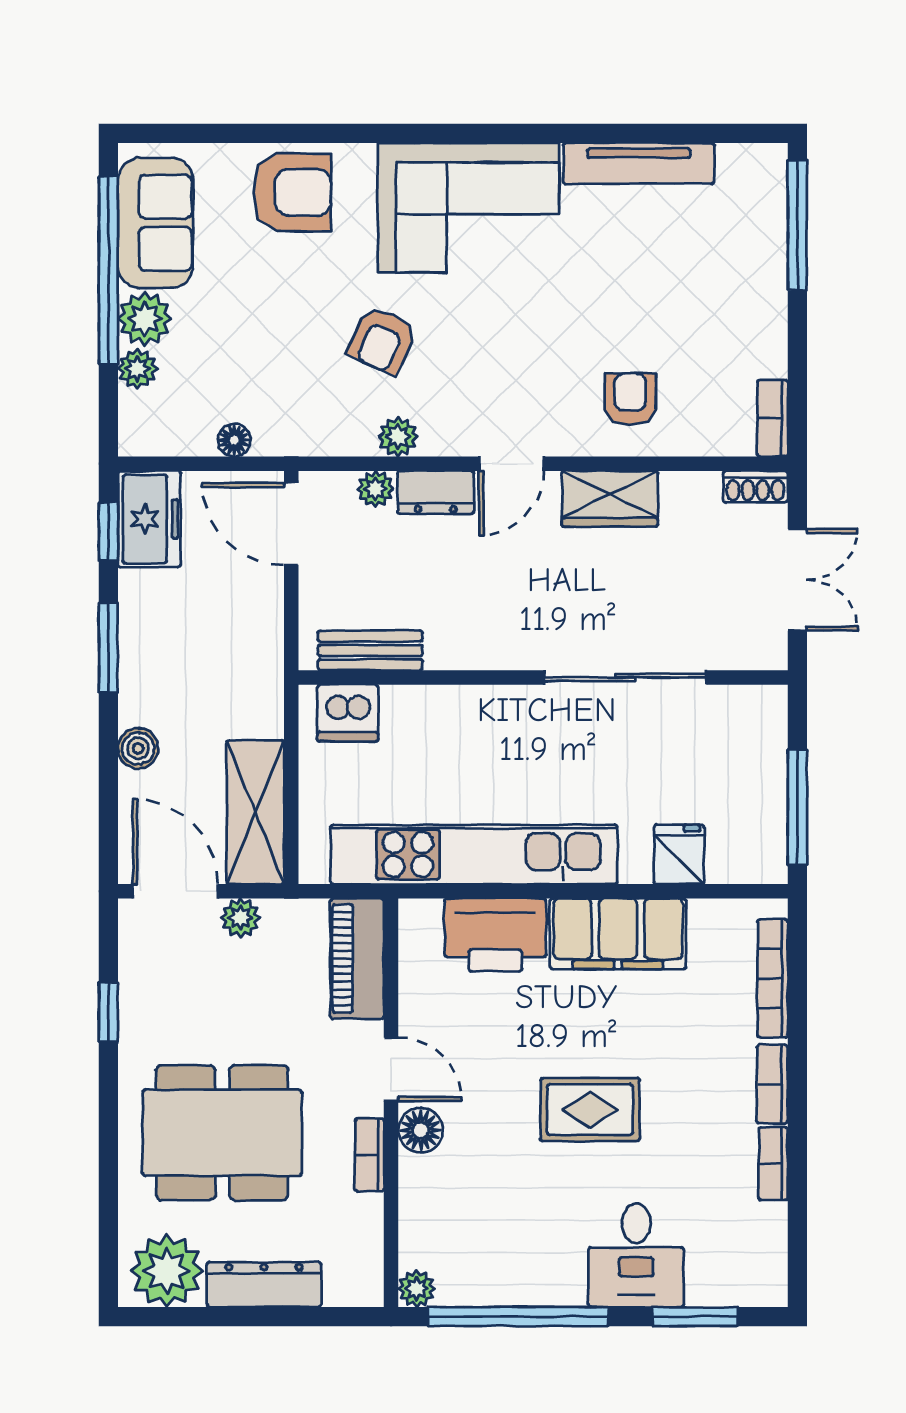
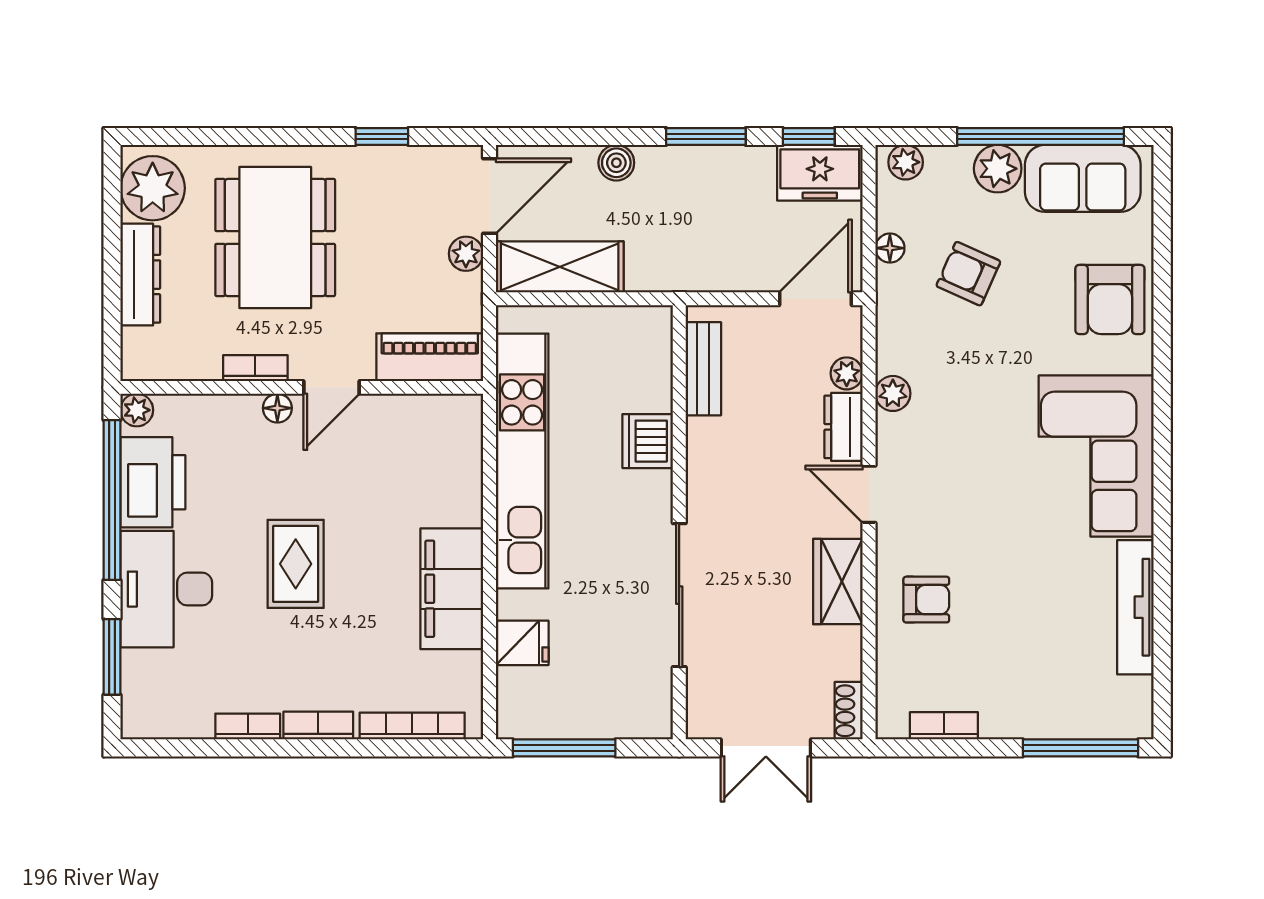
armchair: (382, 340) -> (968, 274), moved
plant: (137, 369) -> (906, 162), moved
bookcase: (772, 418) -> (944, 726), moved
dishwasher: (348, 713) -> (648, 441), moved
printer: (495, 935) -> (153, 482), moved, turned 180
floor lamp: (421, 1130) -> (277, 408), width x0.73, depth x0.73
desk: (636, 1255) -> (166, 589), width x1.37

